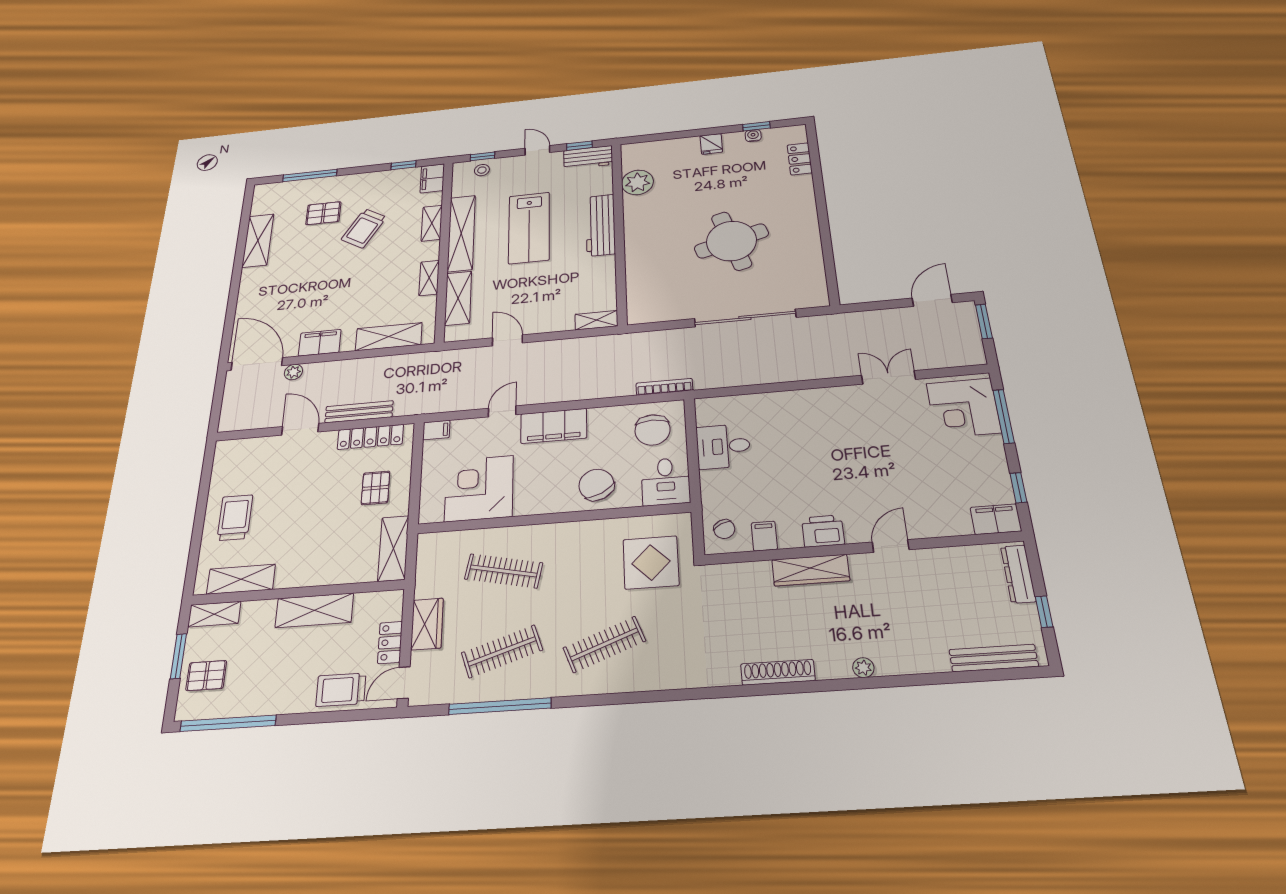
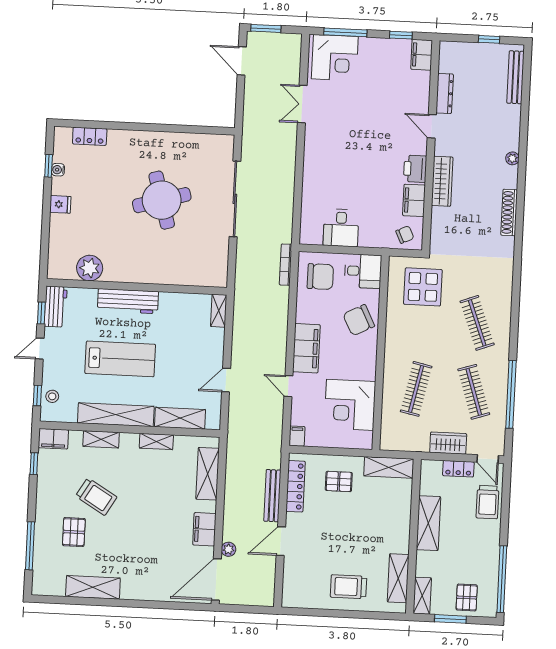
filing cabinet: (764, 536) -> (414, 200), width x2.00
dresser: (1018, 574) -> (445, 93), moved, turned -90

